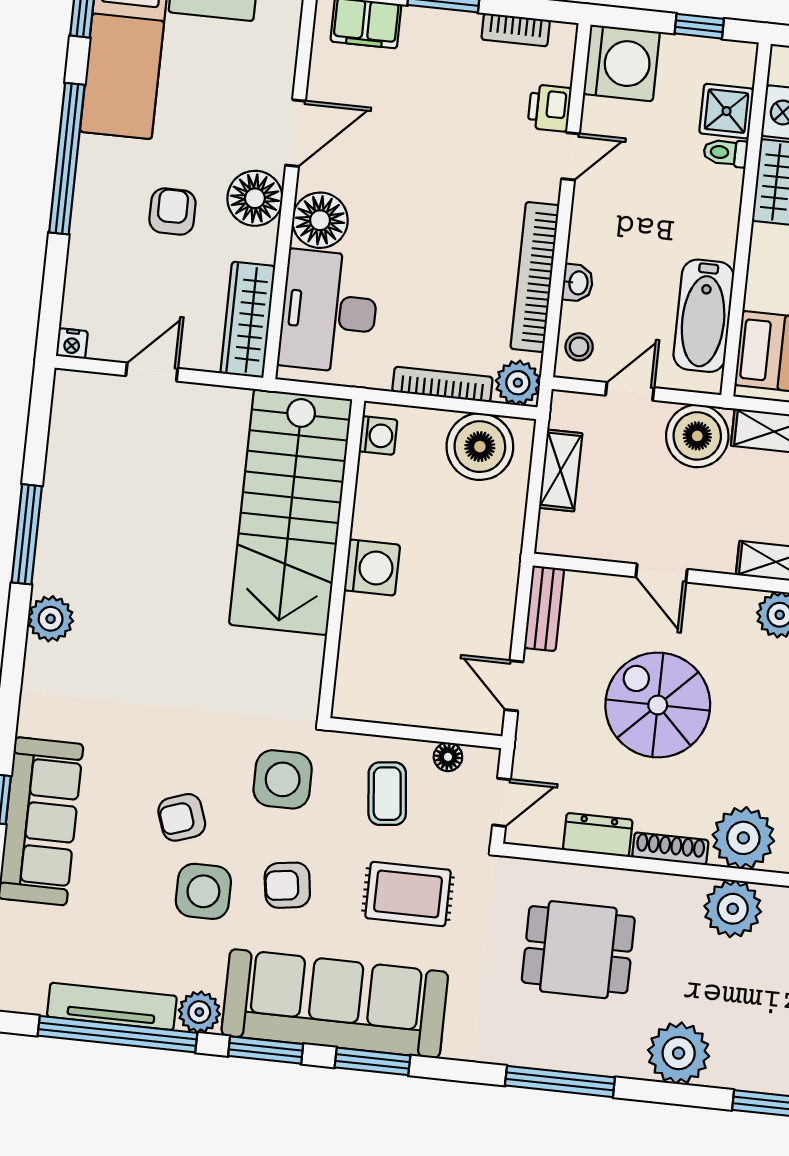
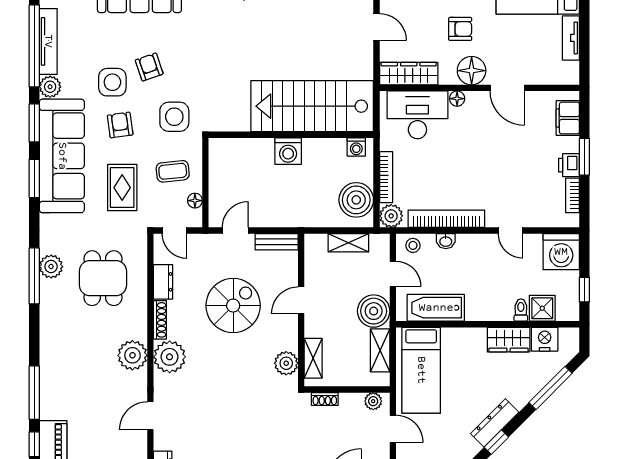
printer: (550, 108) -> (569, 165), moved, turned -90
floor lamp: (320, 220) -> (457, 99), width x0.53, depth x0.53
plant: (679, 1053) -> (51, 267), moved, width x0.73, depth x0.73

